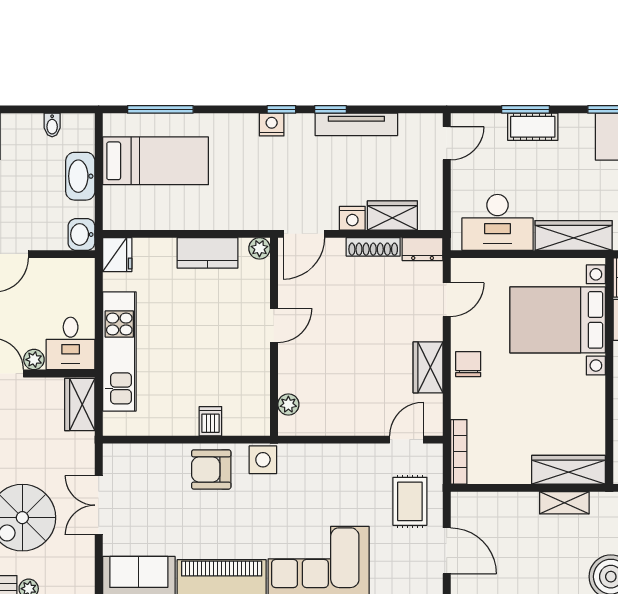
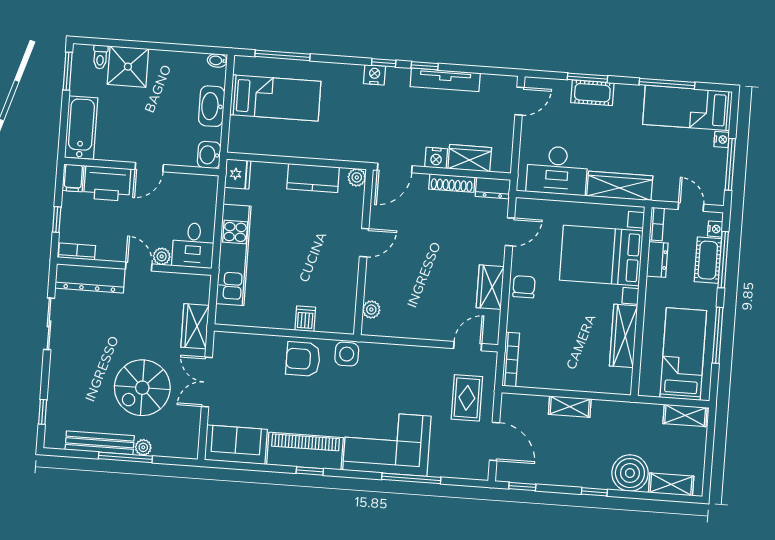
bidet: (52, 125) -> (217, 60), moved, turned 90
wardrobe: (80, 404) -> (195, 326), moved
wardrobe: (569, 470) -> (624, 336), moved, turned -90
shelving: (564, 503) -> (570, 407), moved

